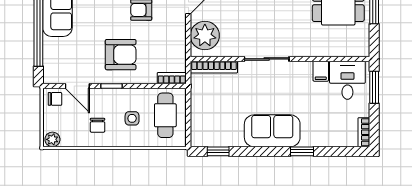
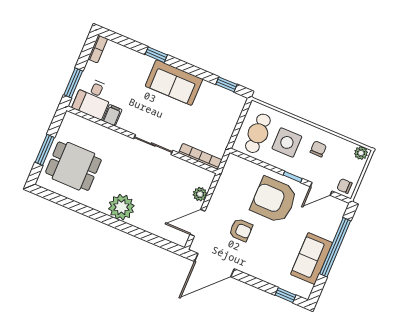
plant: (205, 35) -> (200, 194), width x0.53, depth x0.53
armchair: (121, 55) -> (274, 200), width x1.36, depth x1.36
bookcase: (172, 78) -> (239, 162), removed
door: (77, 86) -> (321, 189), swing flipped
side table: (132, 118) -> (287, 142), width x1.87, depth x1.87

